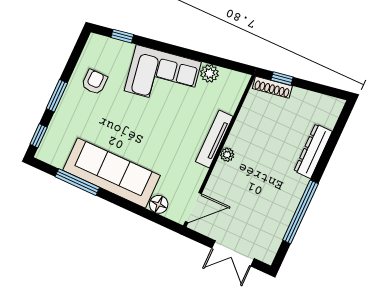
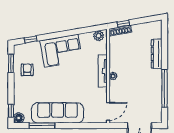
plant: (209, 73) -> (99, 36), moved
window: (57, 96) -> (11, 63), moved
floor lamp: (159, 204) -> (19, 118), moved

